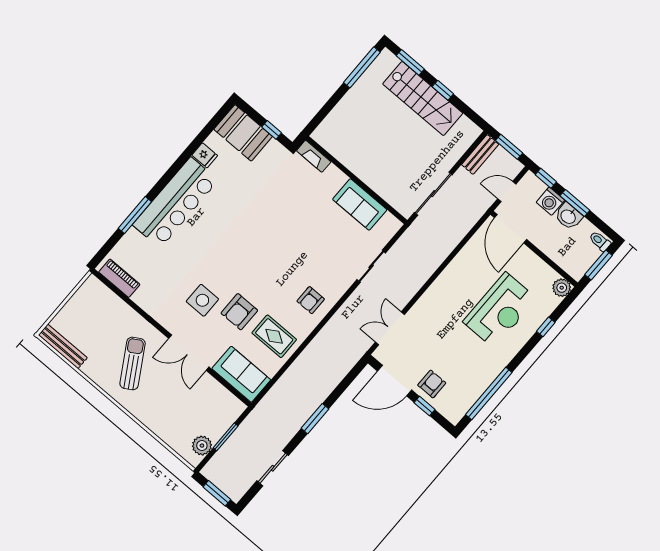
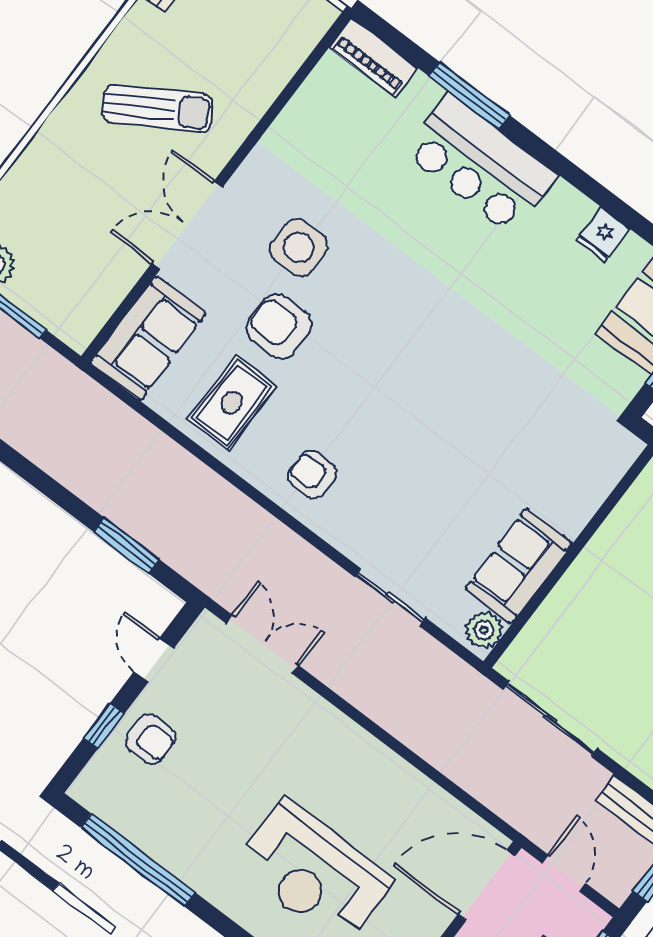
fireplace: (314, 156) -> (614, 464), removed
bar counter: (175, 203) -> (480, 164), width x0.73
plant: (389, 223) -> (484, 630), added
piano: (119, 278) -> (374, 58), moved, turned 90
door: (394, 380) -> (154, 660), width x0.53
window: (315, 419) -> (127, 546), moved

